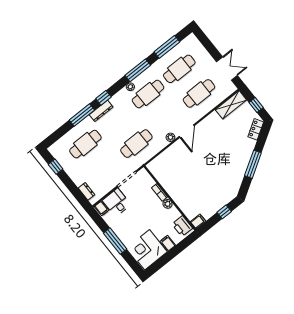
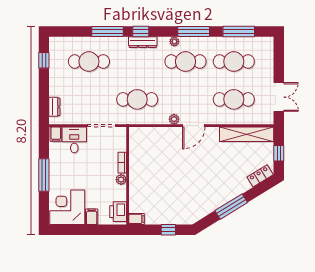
shelving: (231, 105) -> (247, 134), width x1.47
dresser: (101, 111) -> (143, 42), moved

